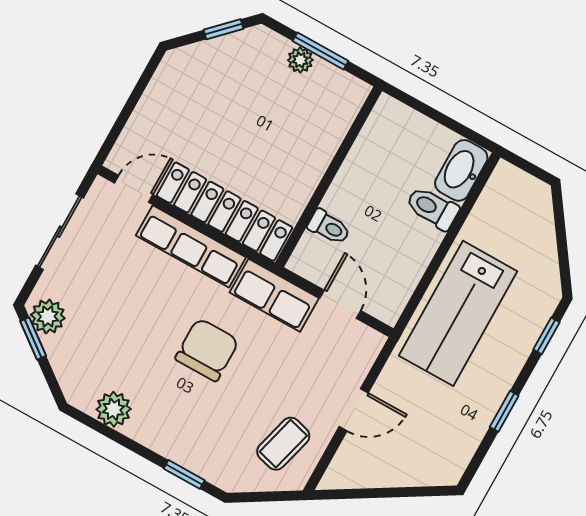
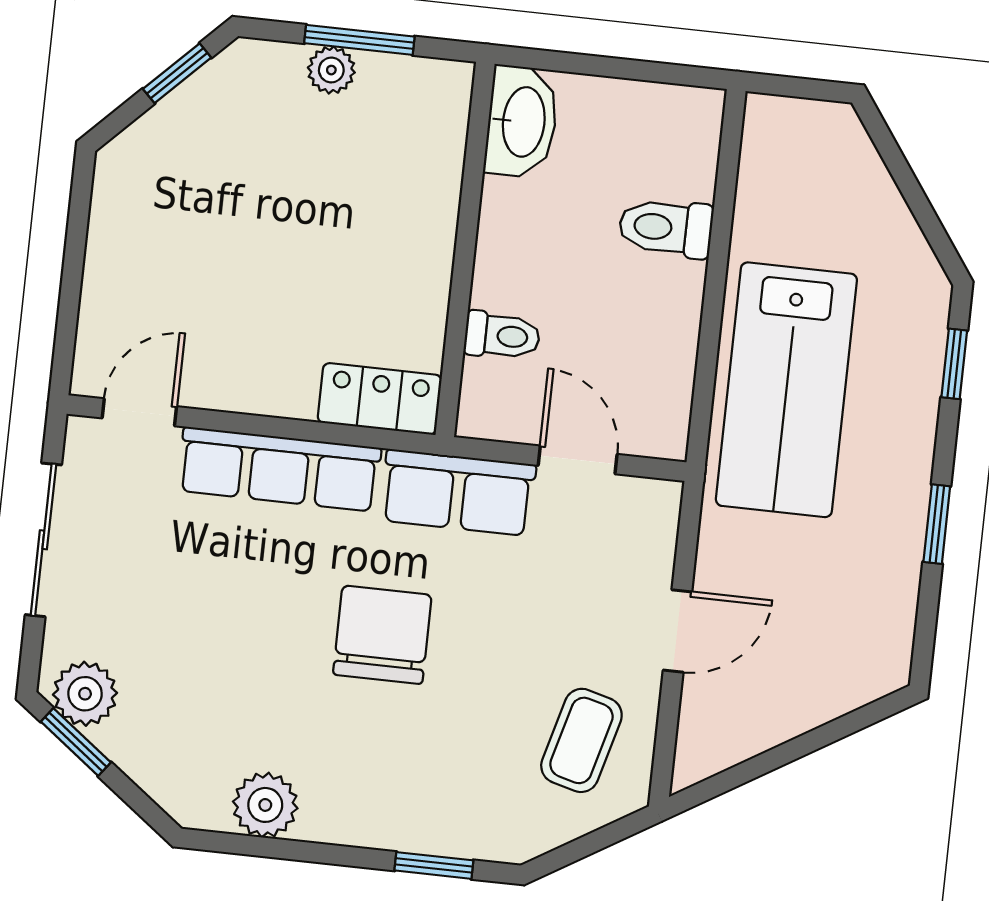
washbasin: (461, 170) -> (522, 122), moved, turned 180
locker: (225, 212) -> (380, 399), width x0.46, depth x0.83

